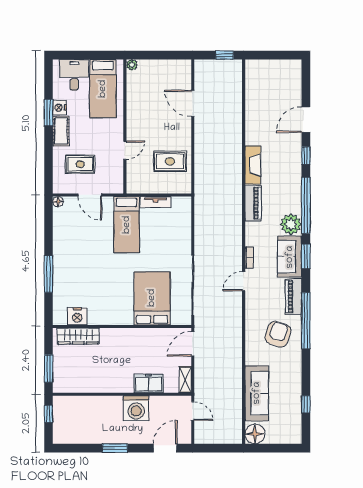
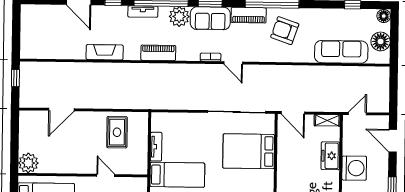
plant: (132, 65) -> (28, 163), width x1.88, depth x1.88
fireplace: (253, 165) -> (105, 52), moved
tv unit: (296, 186) -> (143, 12), added
floor lamp: (255, 434) -> (381, 41), moved
floor lamp: (295, 437) -> (384, 16), added

